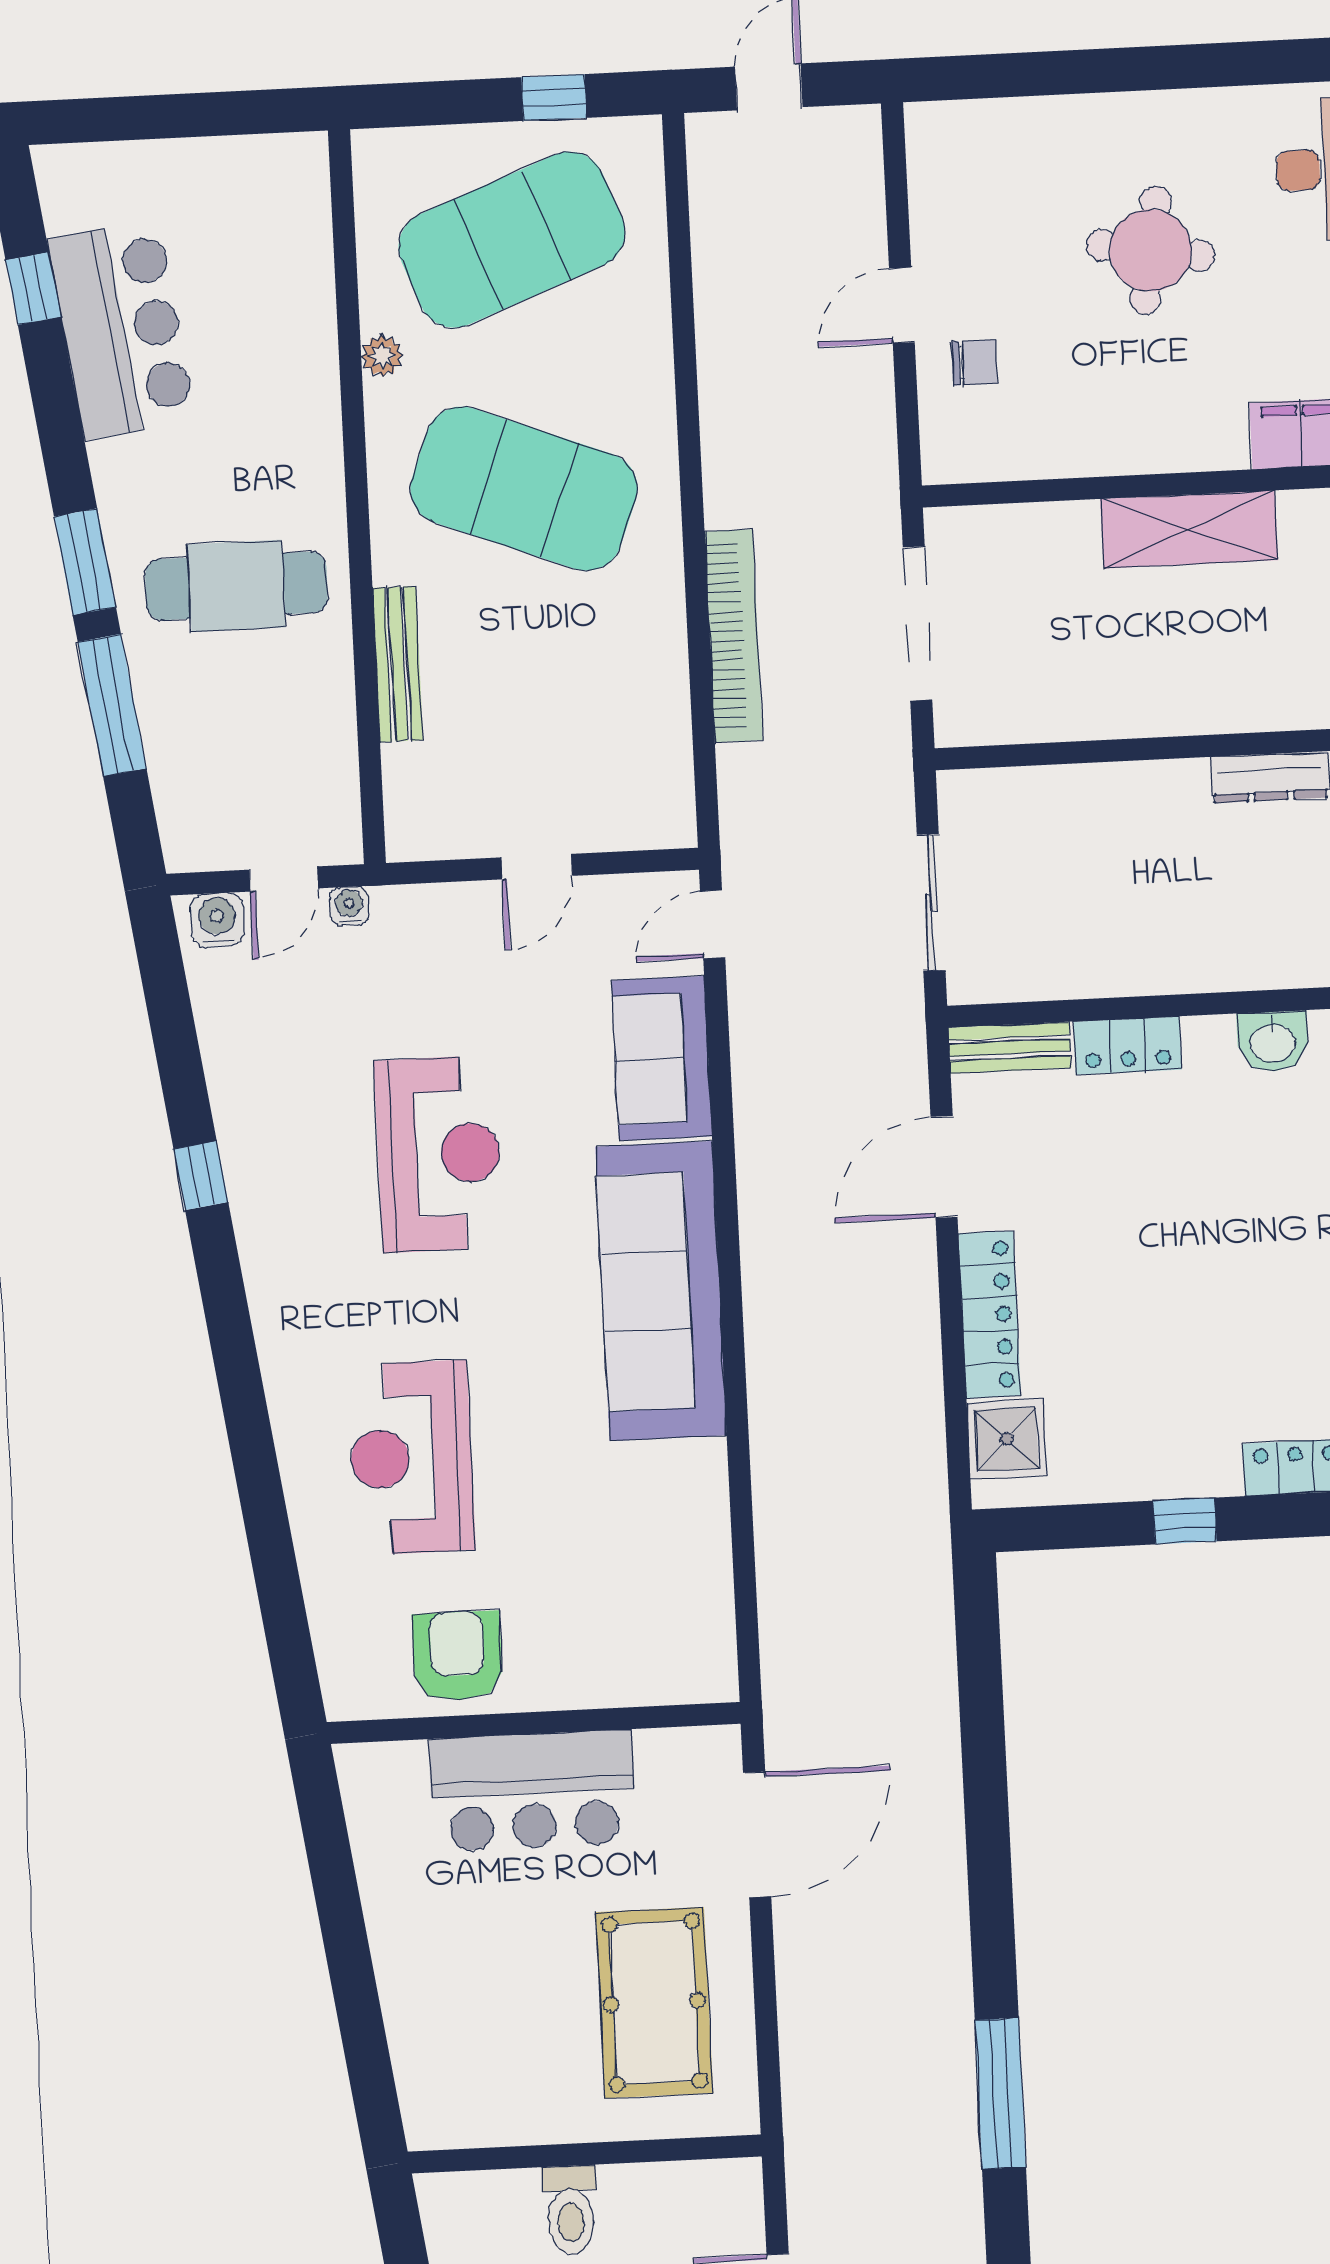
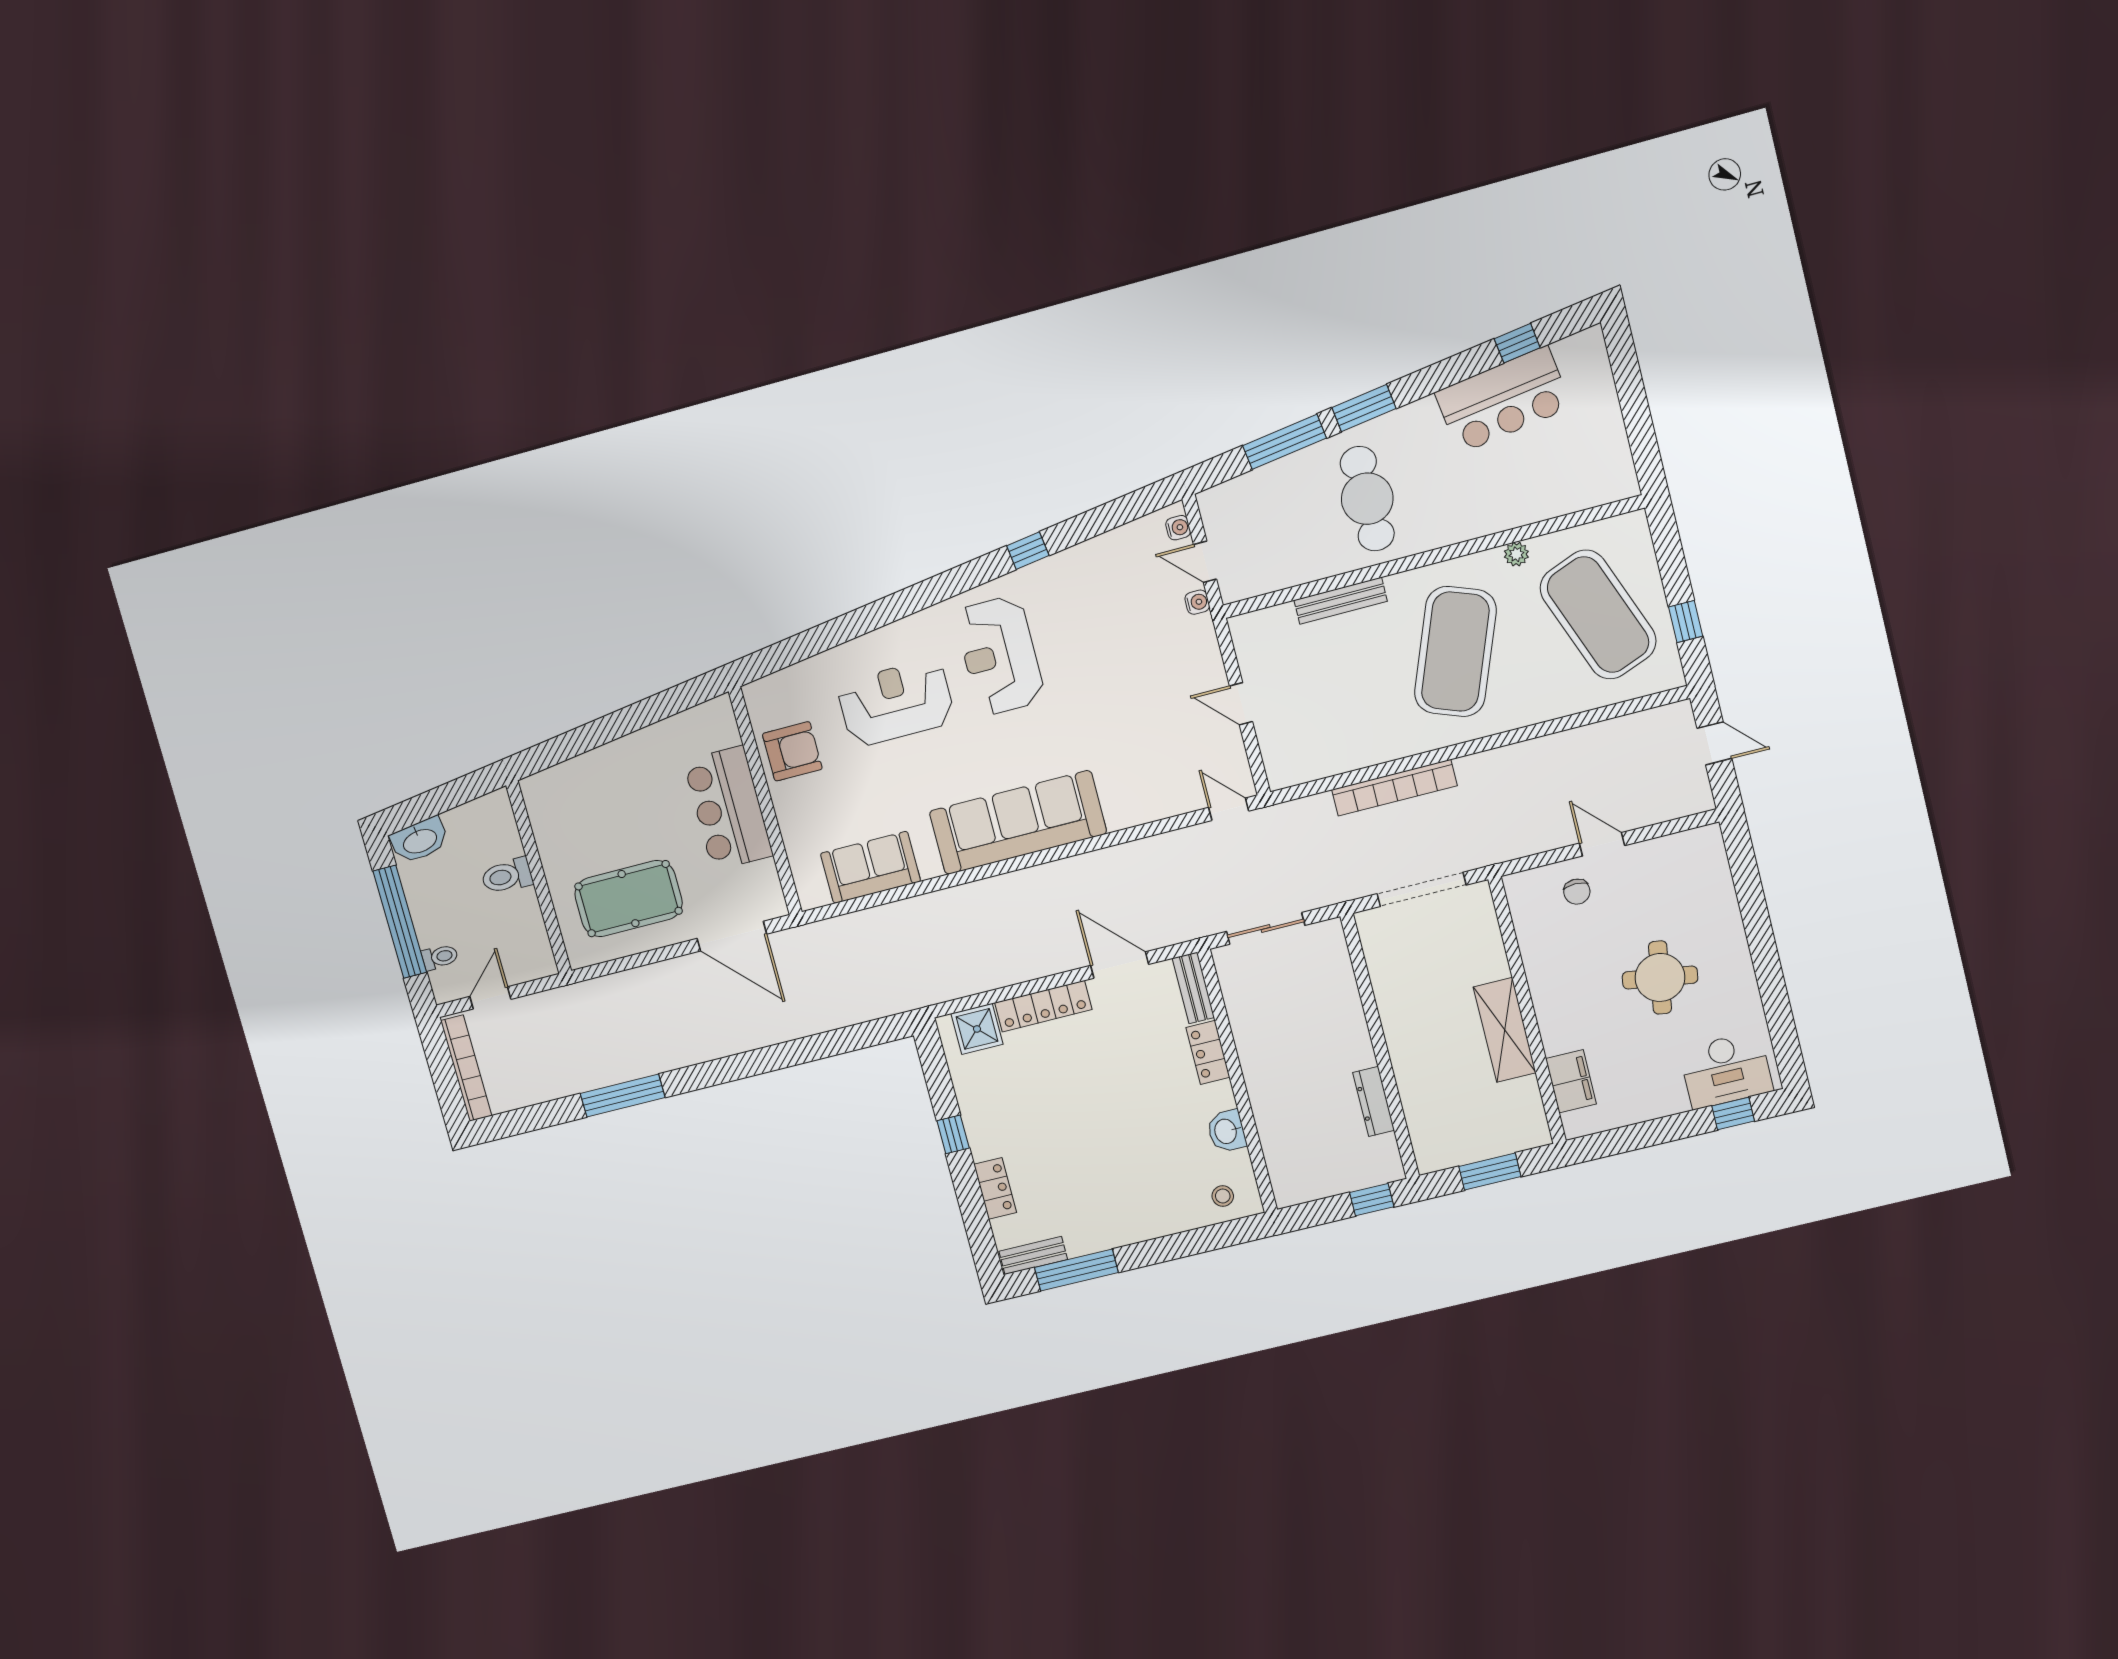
water cooler: (217, 920) -> (1178, 528), width x0.72, depth x0.72
sofa: (662, 1058) -> (871, 867), moved
reception desk: (439, 1154) -> (1000, 655), moved, turned 90

